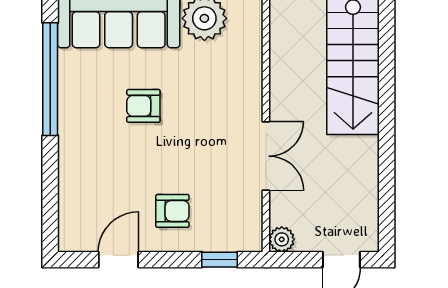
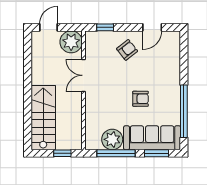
armchair: (172, 211) -> (127, 50), turned 142
plant: (282, 239) -> (71, 42), width x1.88, depth x1.88

